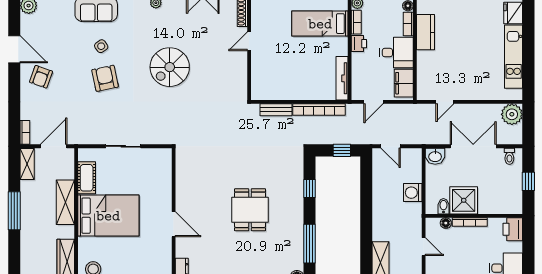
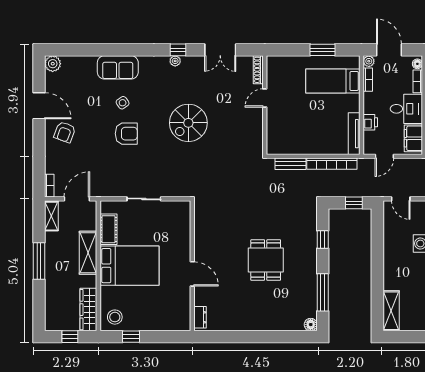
printer: (359, 44) -> (370, 122), moved
armchair: (105, 78) -> (126, 134), turned 102

